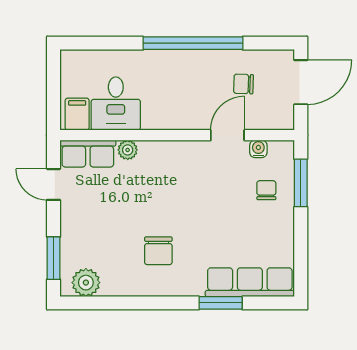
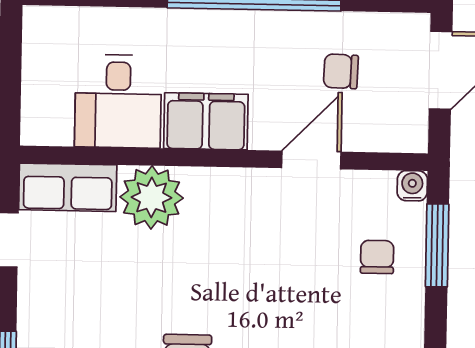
filing cabinet: (77, 114) -> (206, 121), moved, width x2.00
water cooler: (258, 149) -> (412, 186), moved
plant: (128, 150) -> (152, 197), width x1.87, depth x1.87

